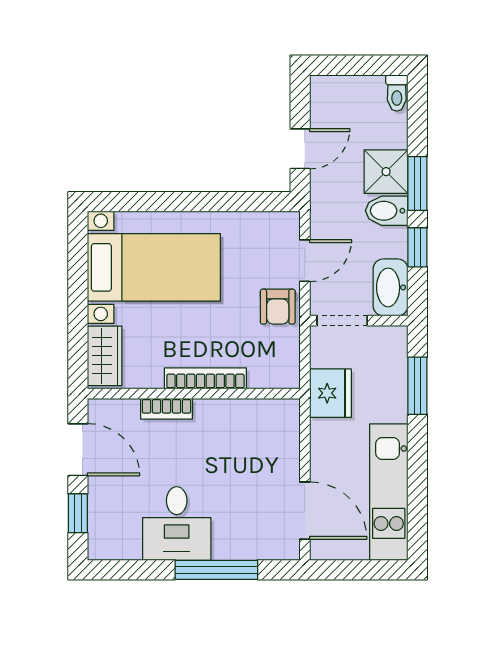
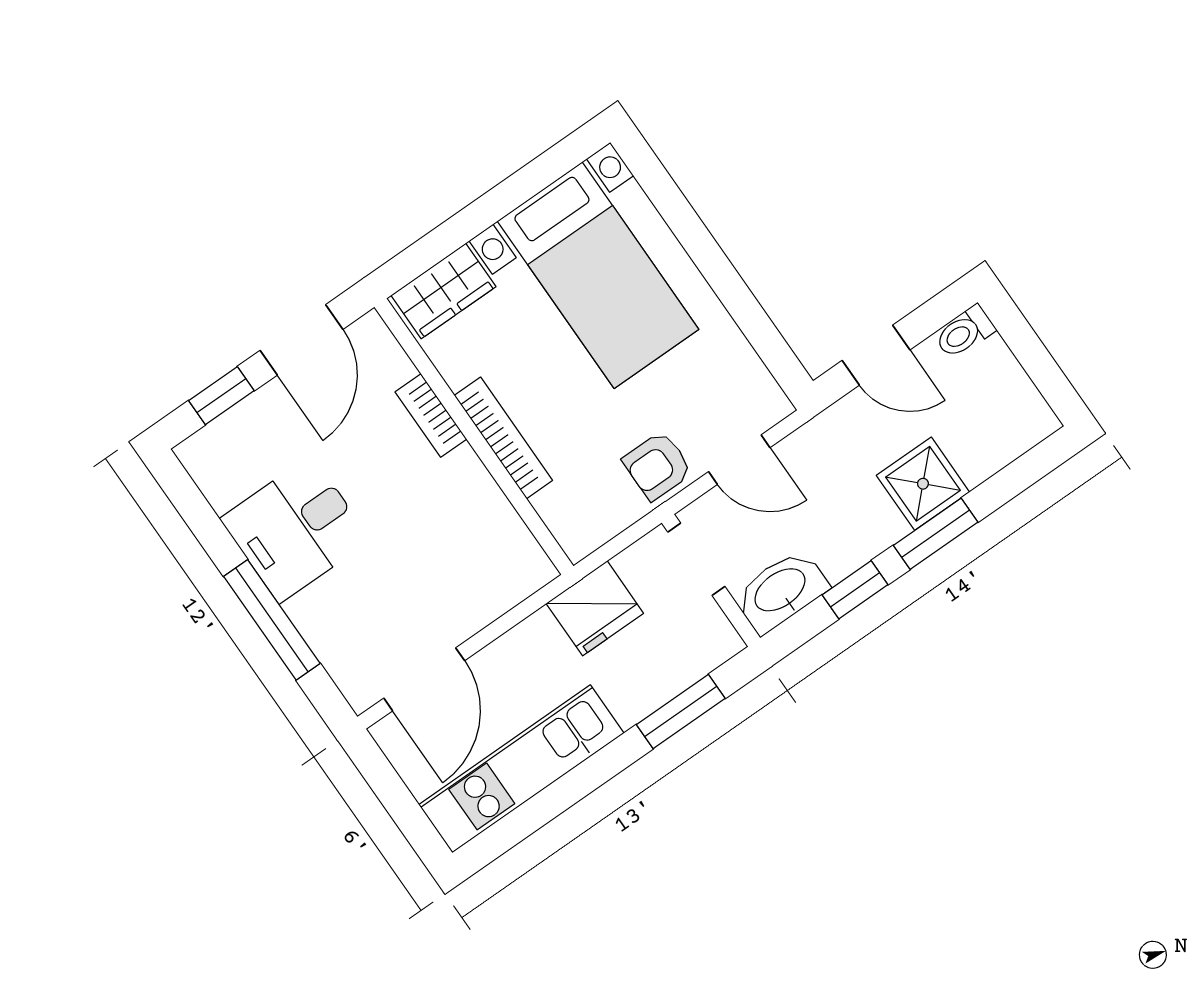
toilet: (397, 93) -> (965, 332), moved
bidet: (387, 211) -> (874, 519), removed

